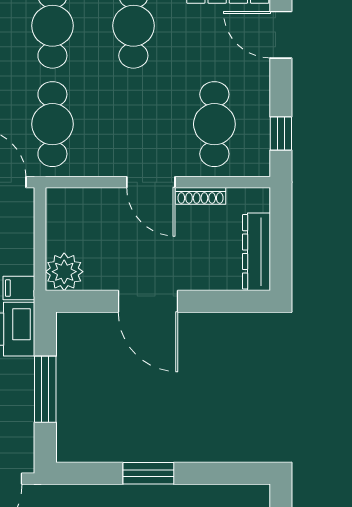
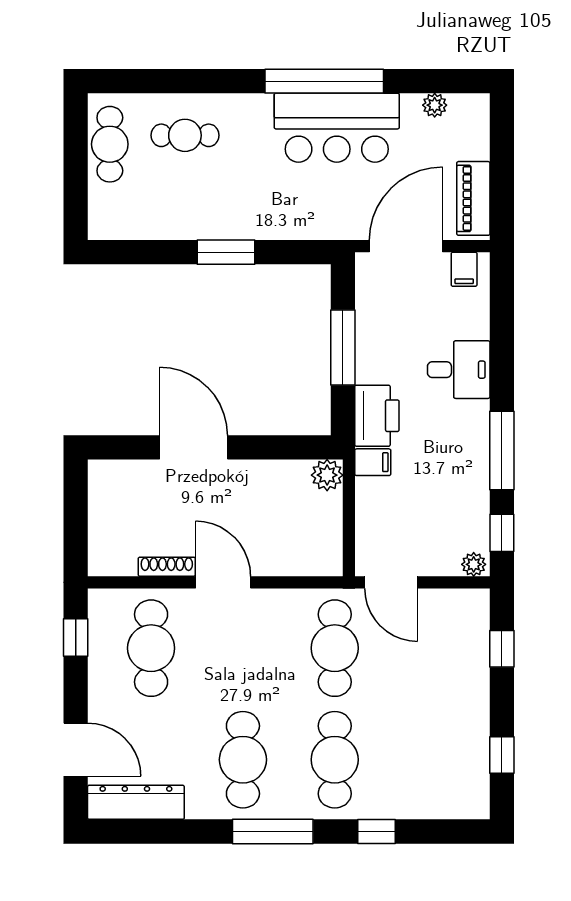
dresser: (256, 252) -> (103, 503), removed
plant: (64, 272) -> (327, 475), width x0.73, depth x0.73
door: (148, 301) -> (194, 447), moved

